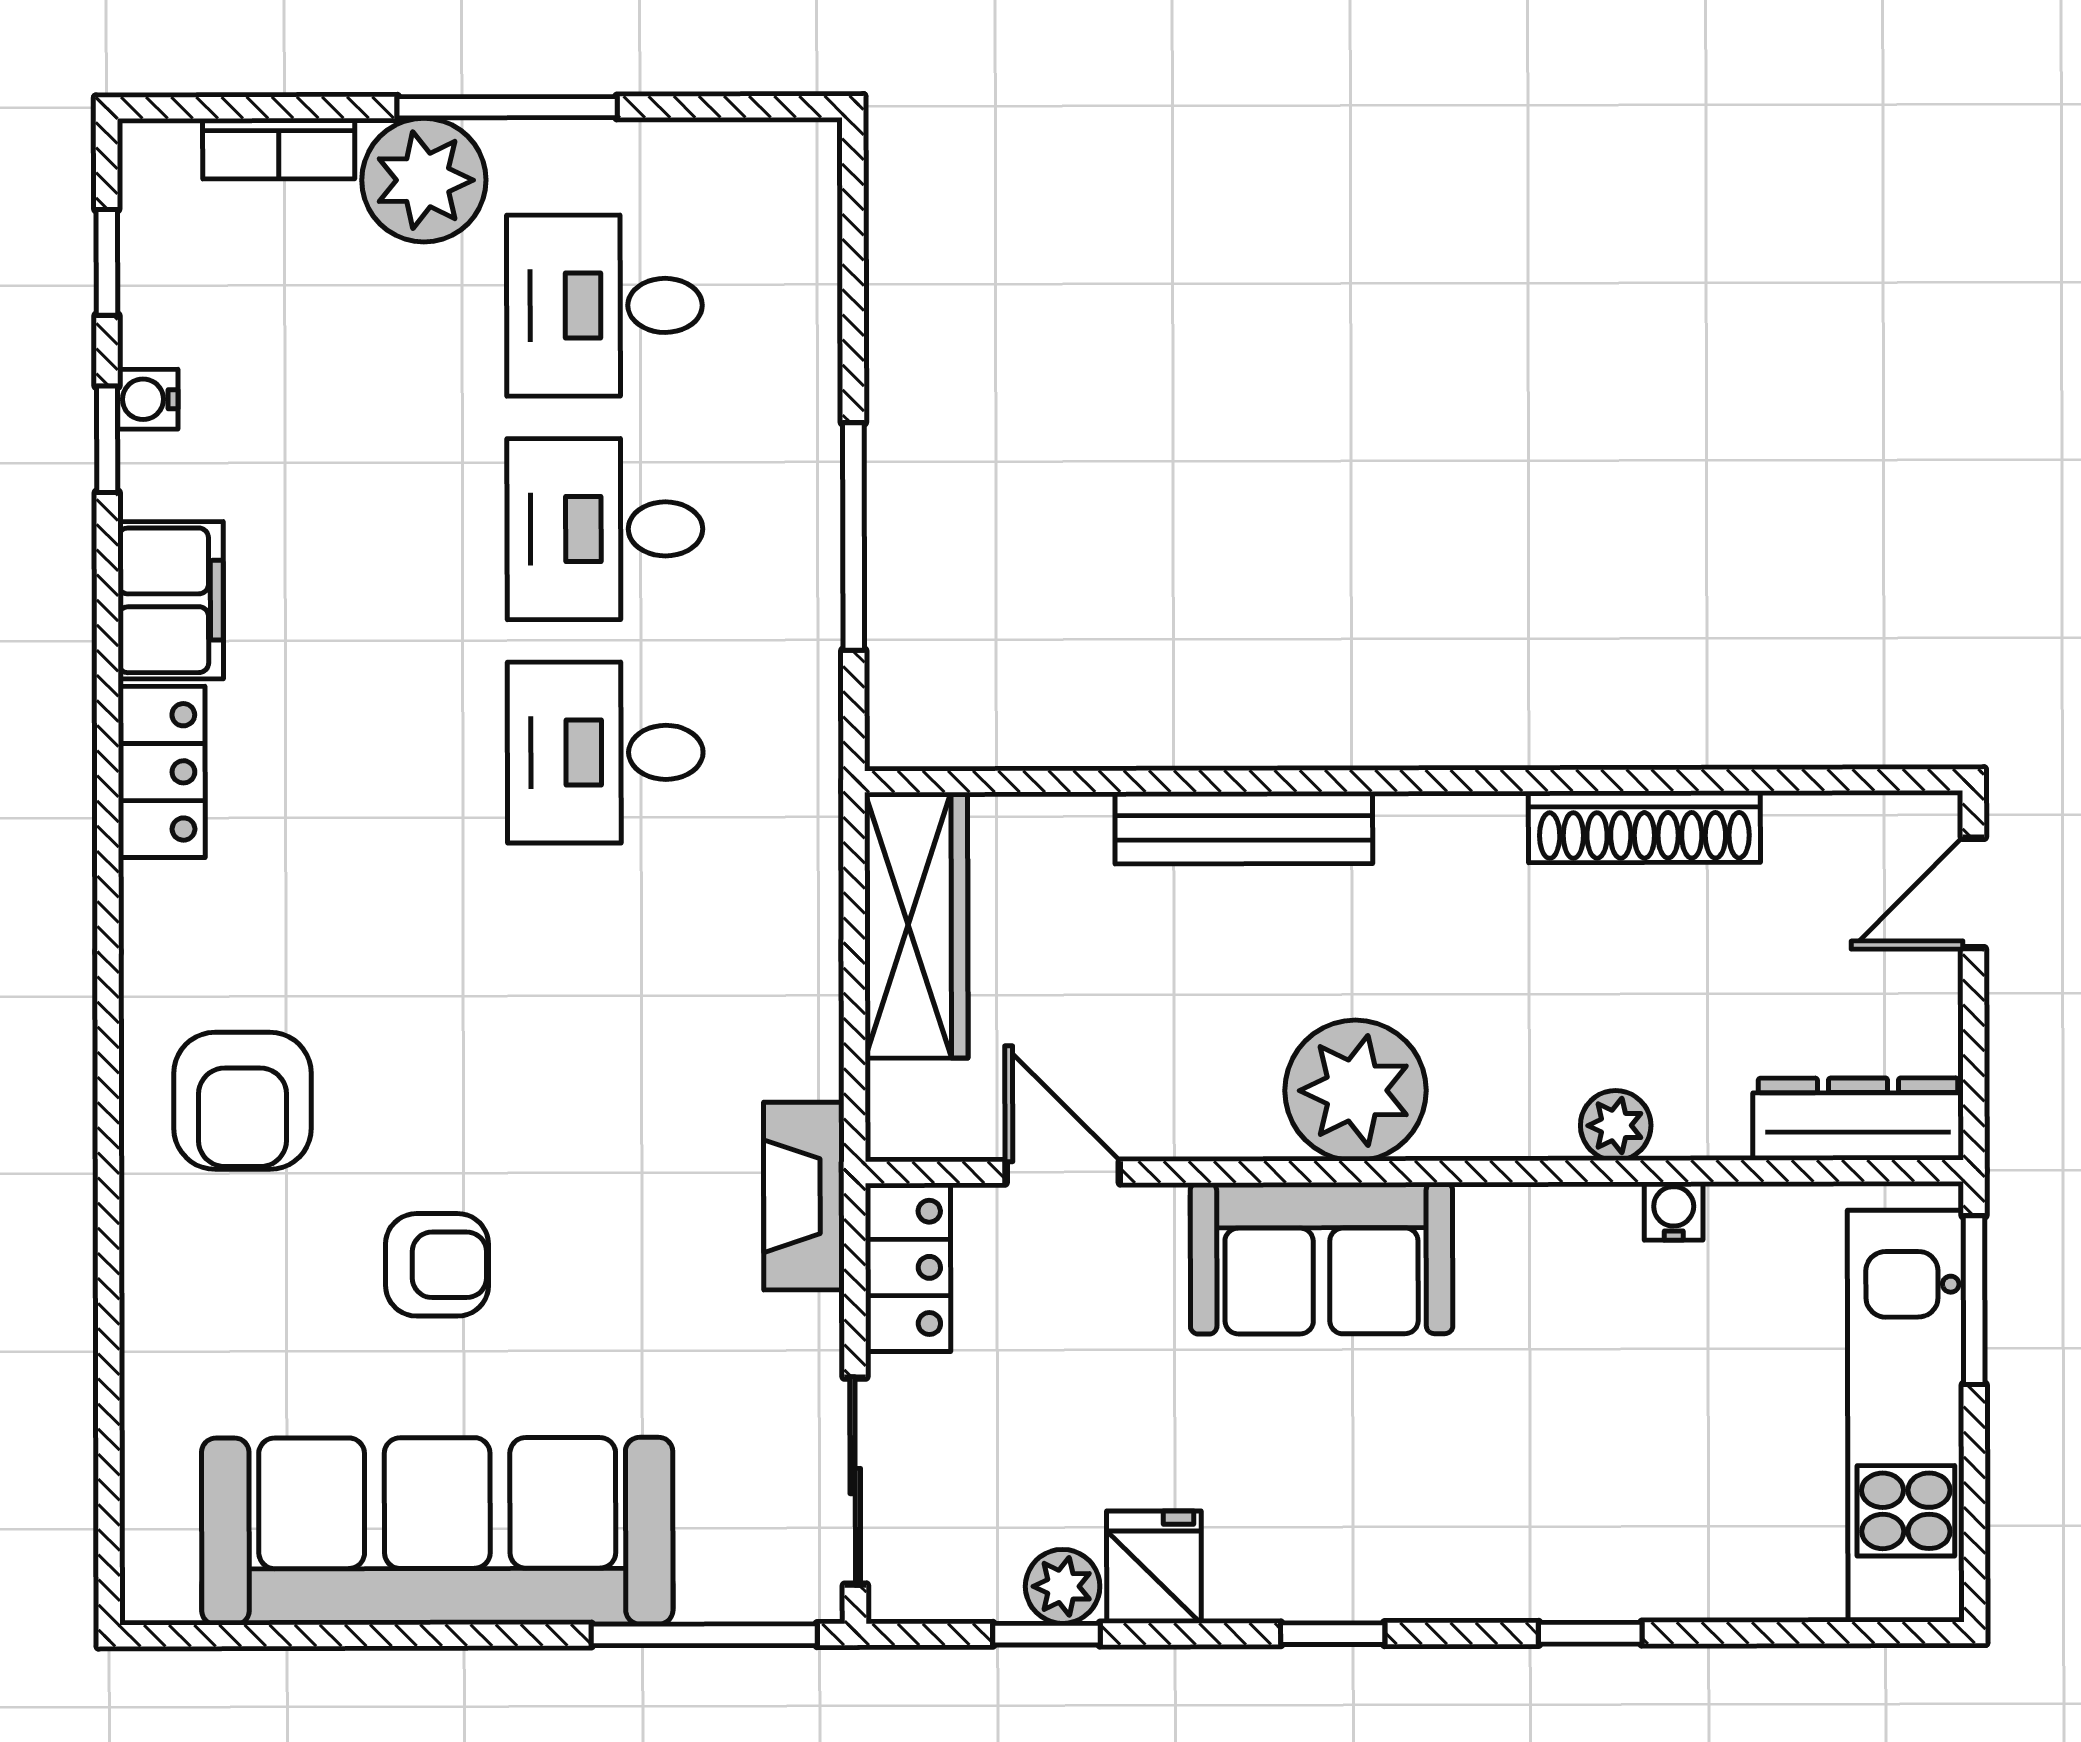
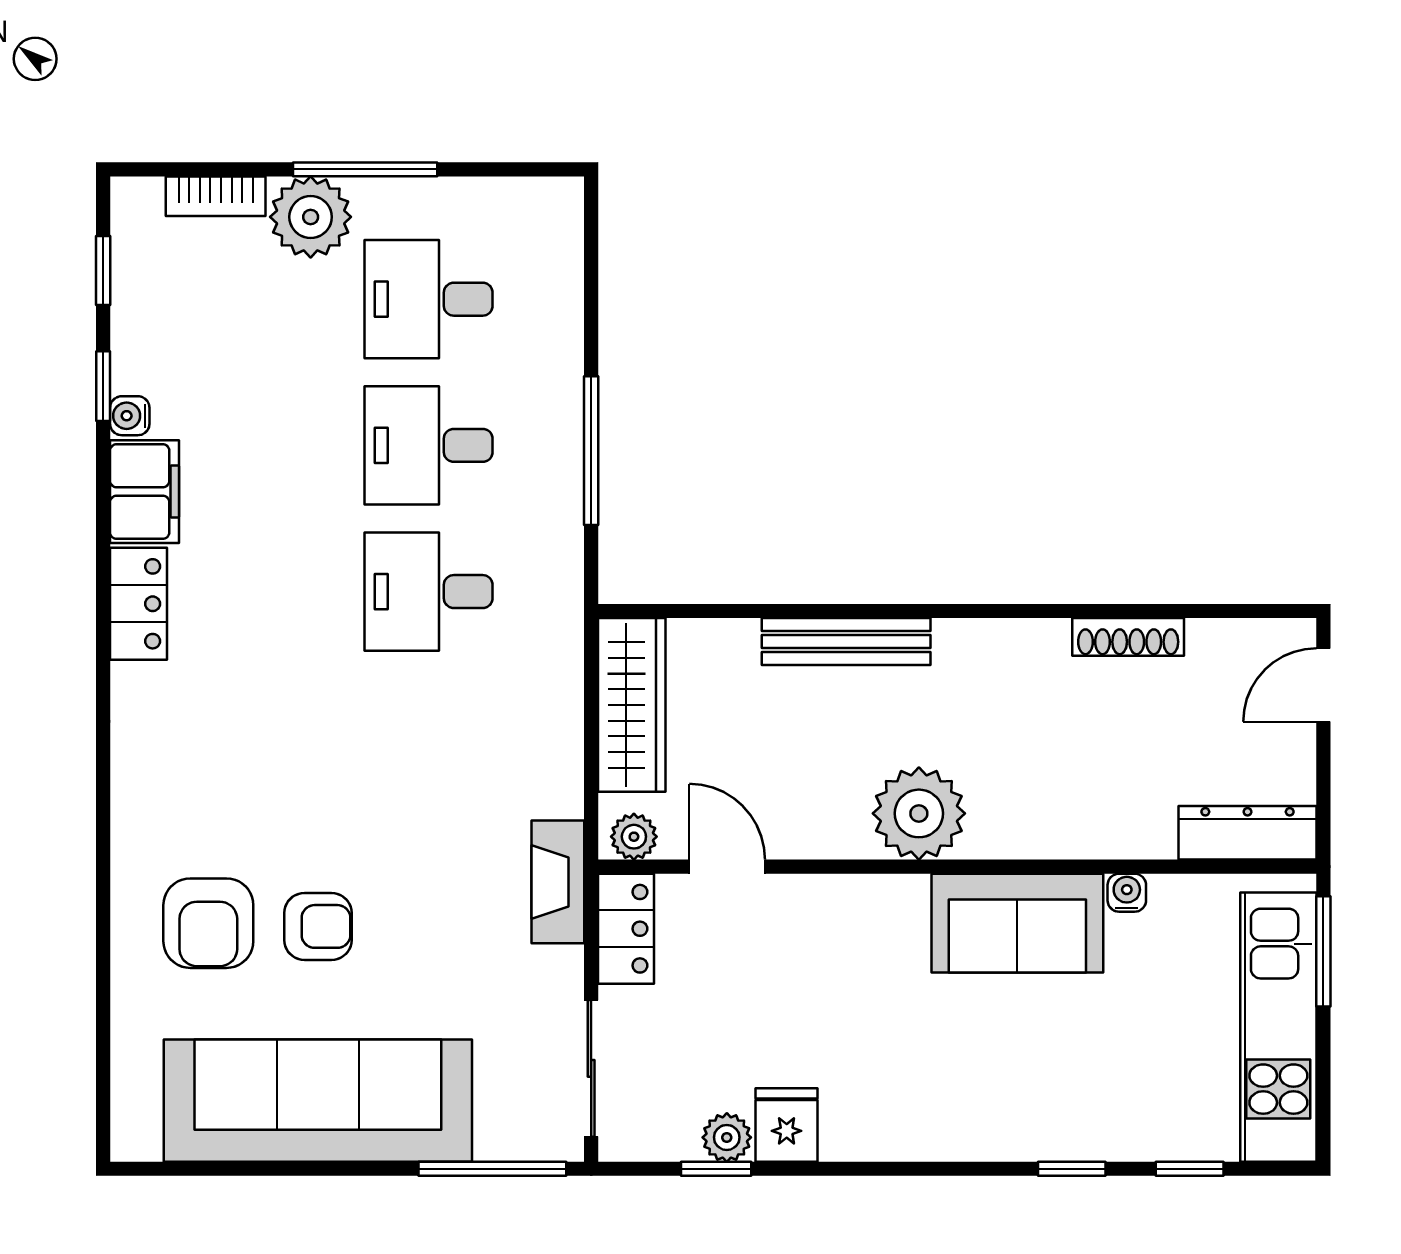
water cooler: (148, 399) -> (130, 416), moved
shoe rack: (1644, 827) -> (1128, 637), width x0.74, depth x0.81
armchair: (243, 1101) -> (208, 923), moved
plant: (1616, 1125) -> (634, 837), moved
sofa: (1321, 1258) -> (1017, 923), moved
window: (1333, 1634) -> (1190, 1169), moved

